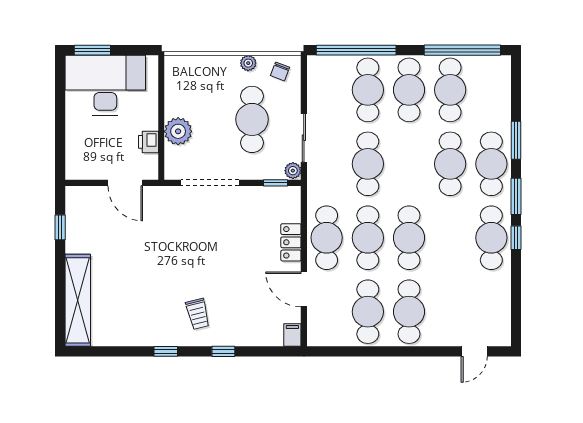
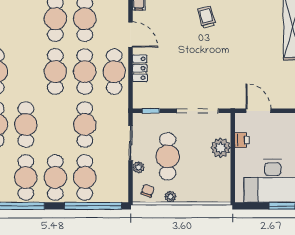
plant: (293, 171) -> (138, 167), moved

